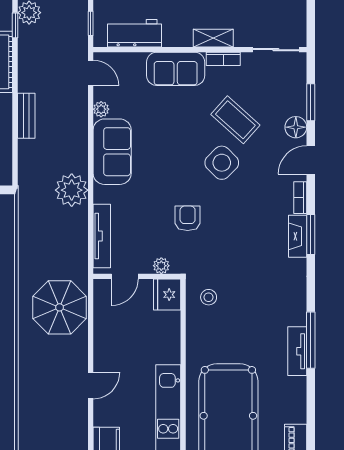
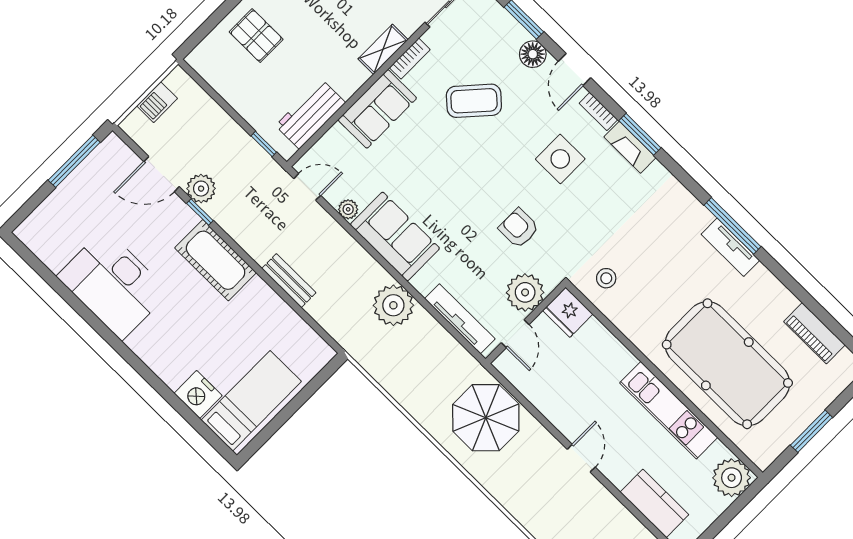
side table: (222, 163) -> (560, 159), moved, turned 45
plant: (161, 266) -> (525, 292), width x1.88, depth x1.88

